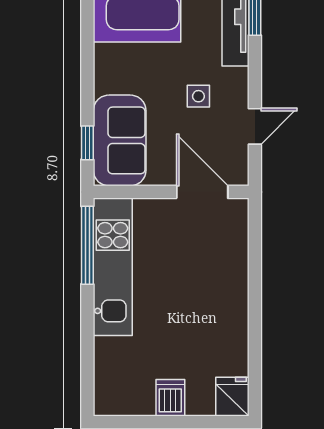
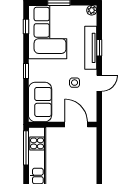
door: (255, 126) -> (99, 83), moved
window: (87, 143) -> (26, 71), moved

